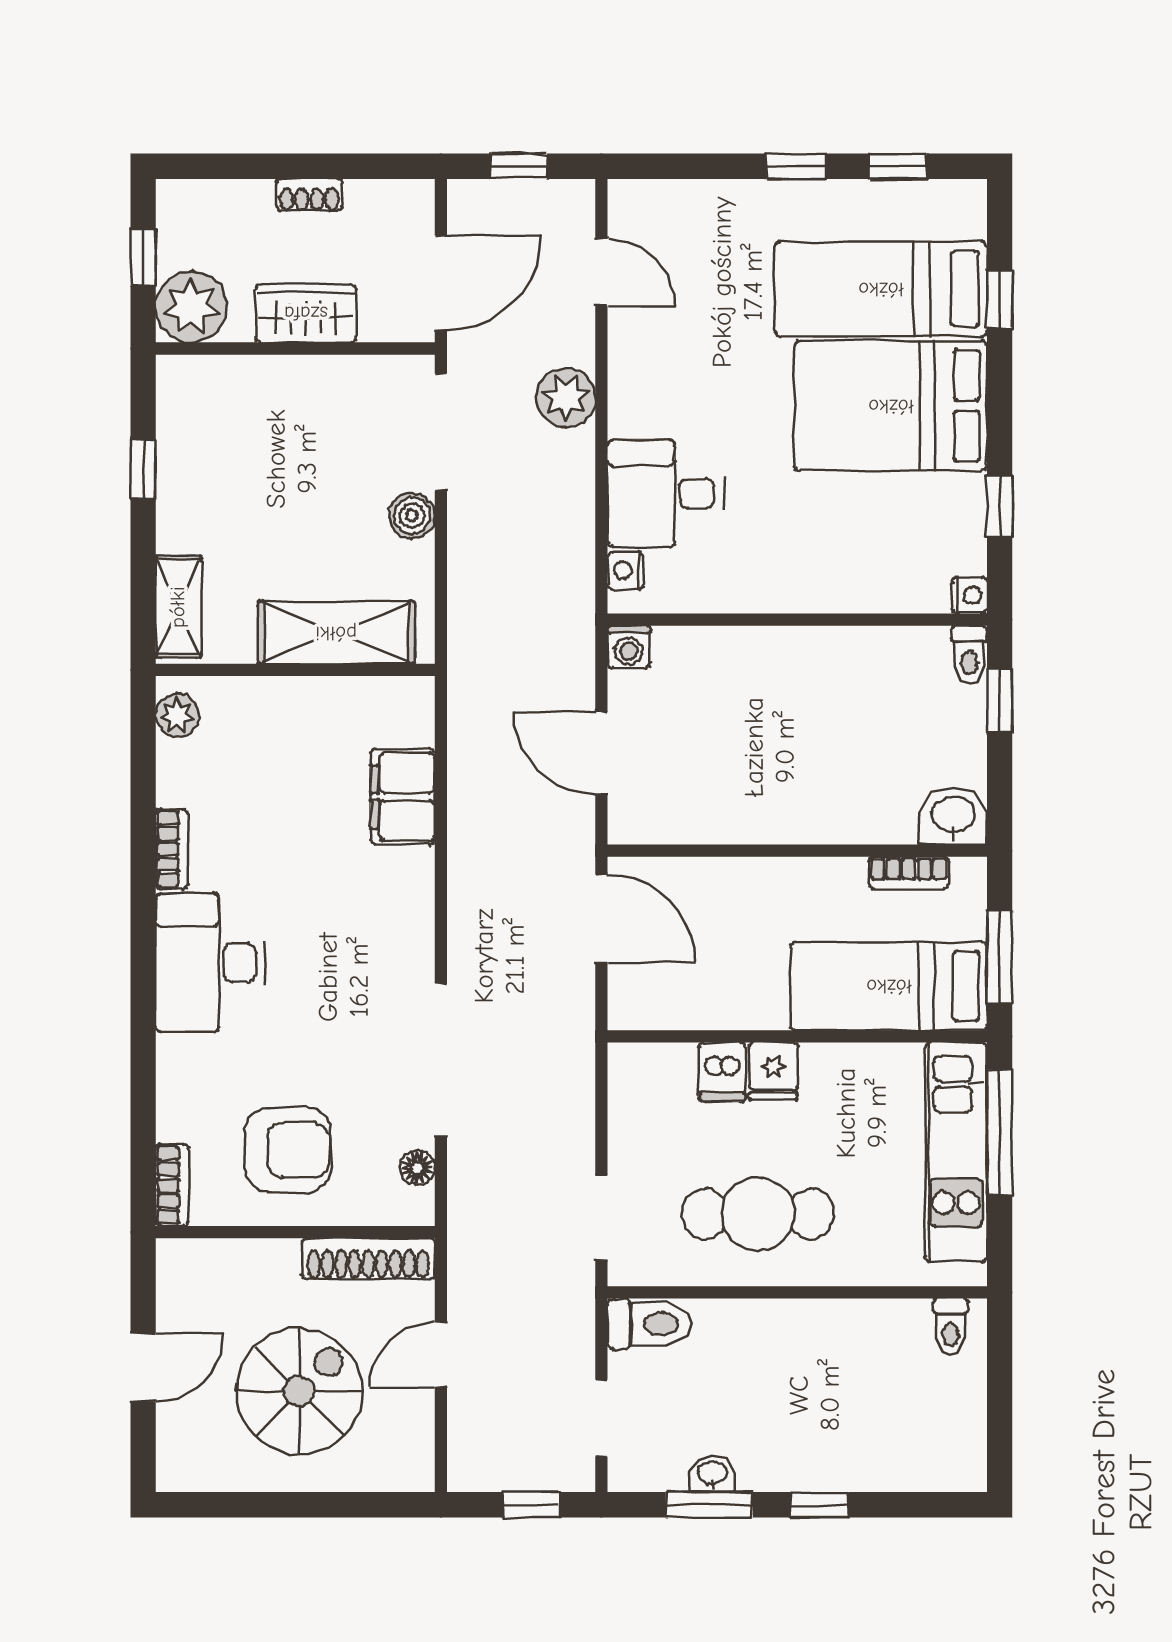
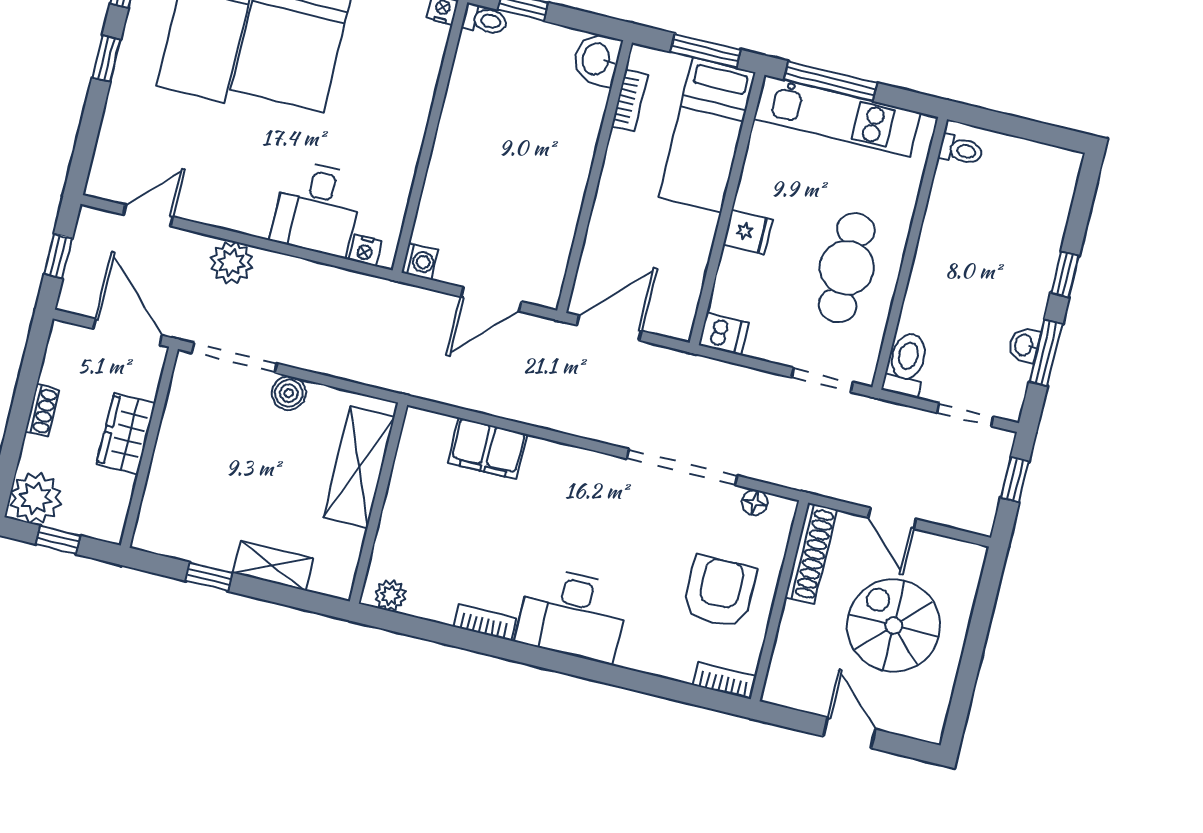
plant: (191, 307) -> (35, 498), moved
shelving: (178, 607) -> (273, 566), moved
dishwasher: (722, 1072) -> (723, 334), moved

